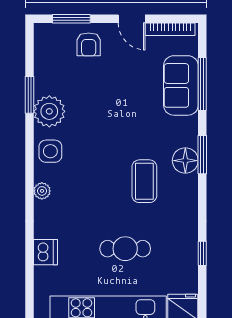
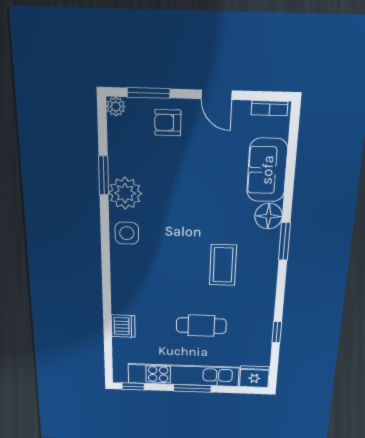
bookcase: (170, 29) -> (269, 108), width x0.64
armchair: (89, 44) -> (168, 123), turned 90
window: (202, 84) -> (290, 169), removed
floor lamp: (185, 161) -> (269, 216), moved
plant: (42, 191) -> (116, 106), moved

